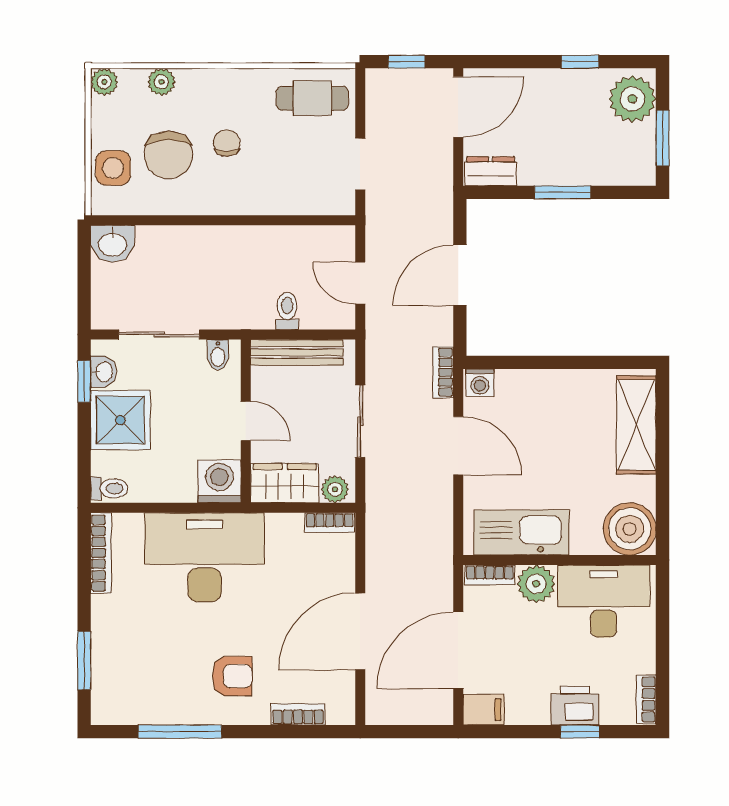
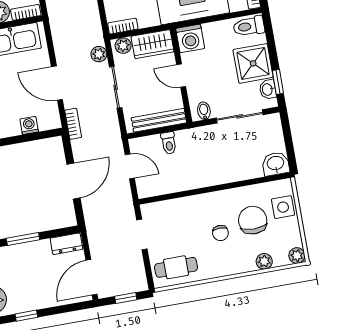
washing machine: (480, 383) -> (29, 125), moved
plant: (379, 482) -> (99, 54), added
toilet: (109, 488) -> (249, 26), width x1.37, depth x1.39

